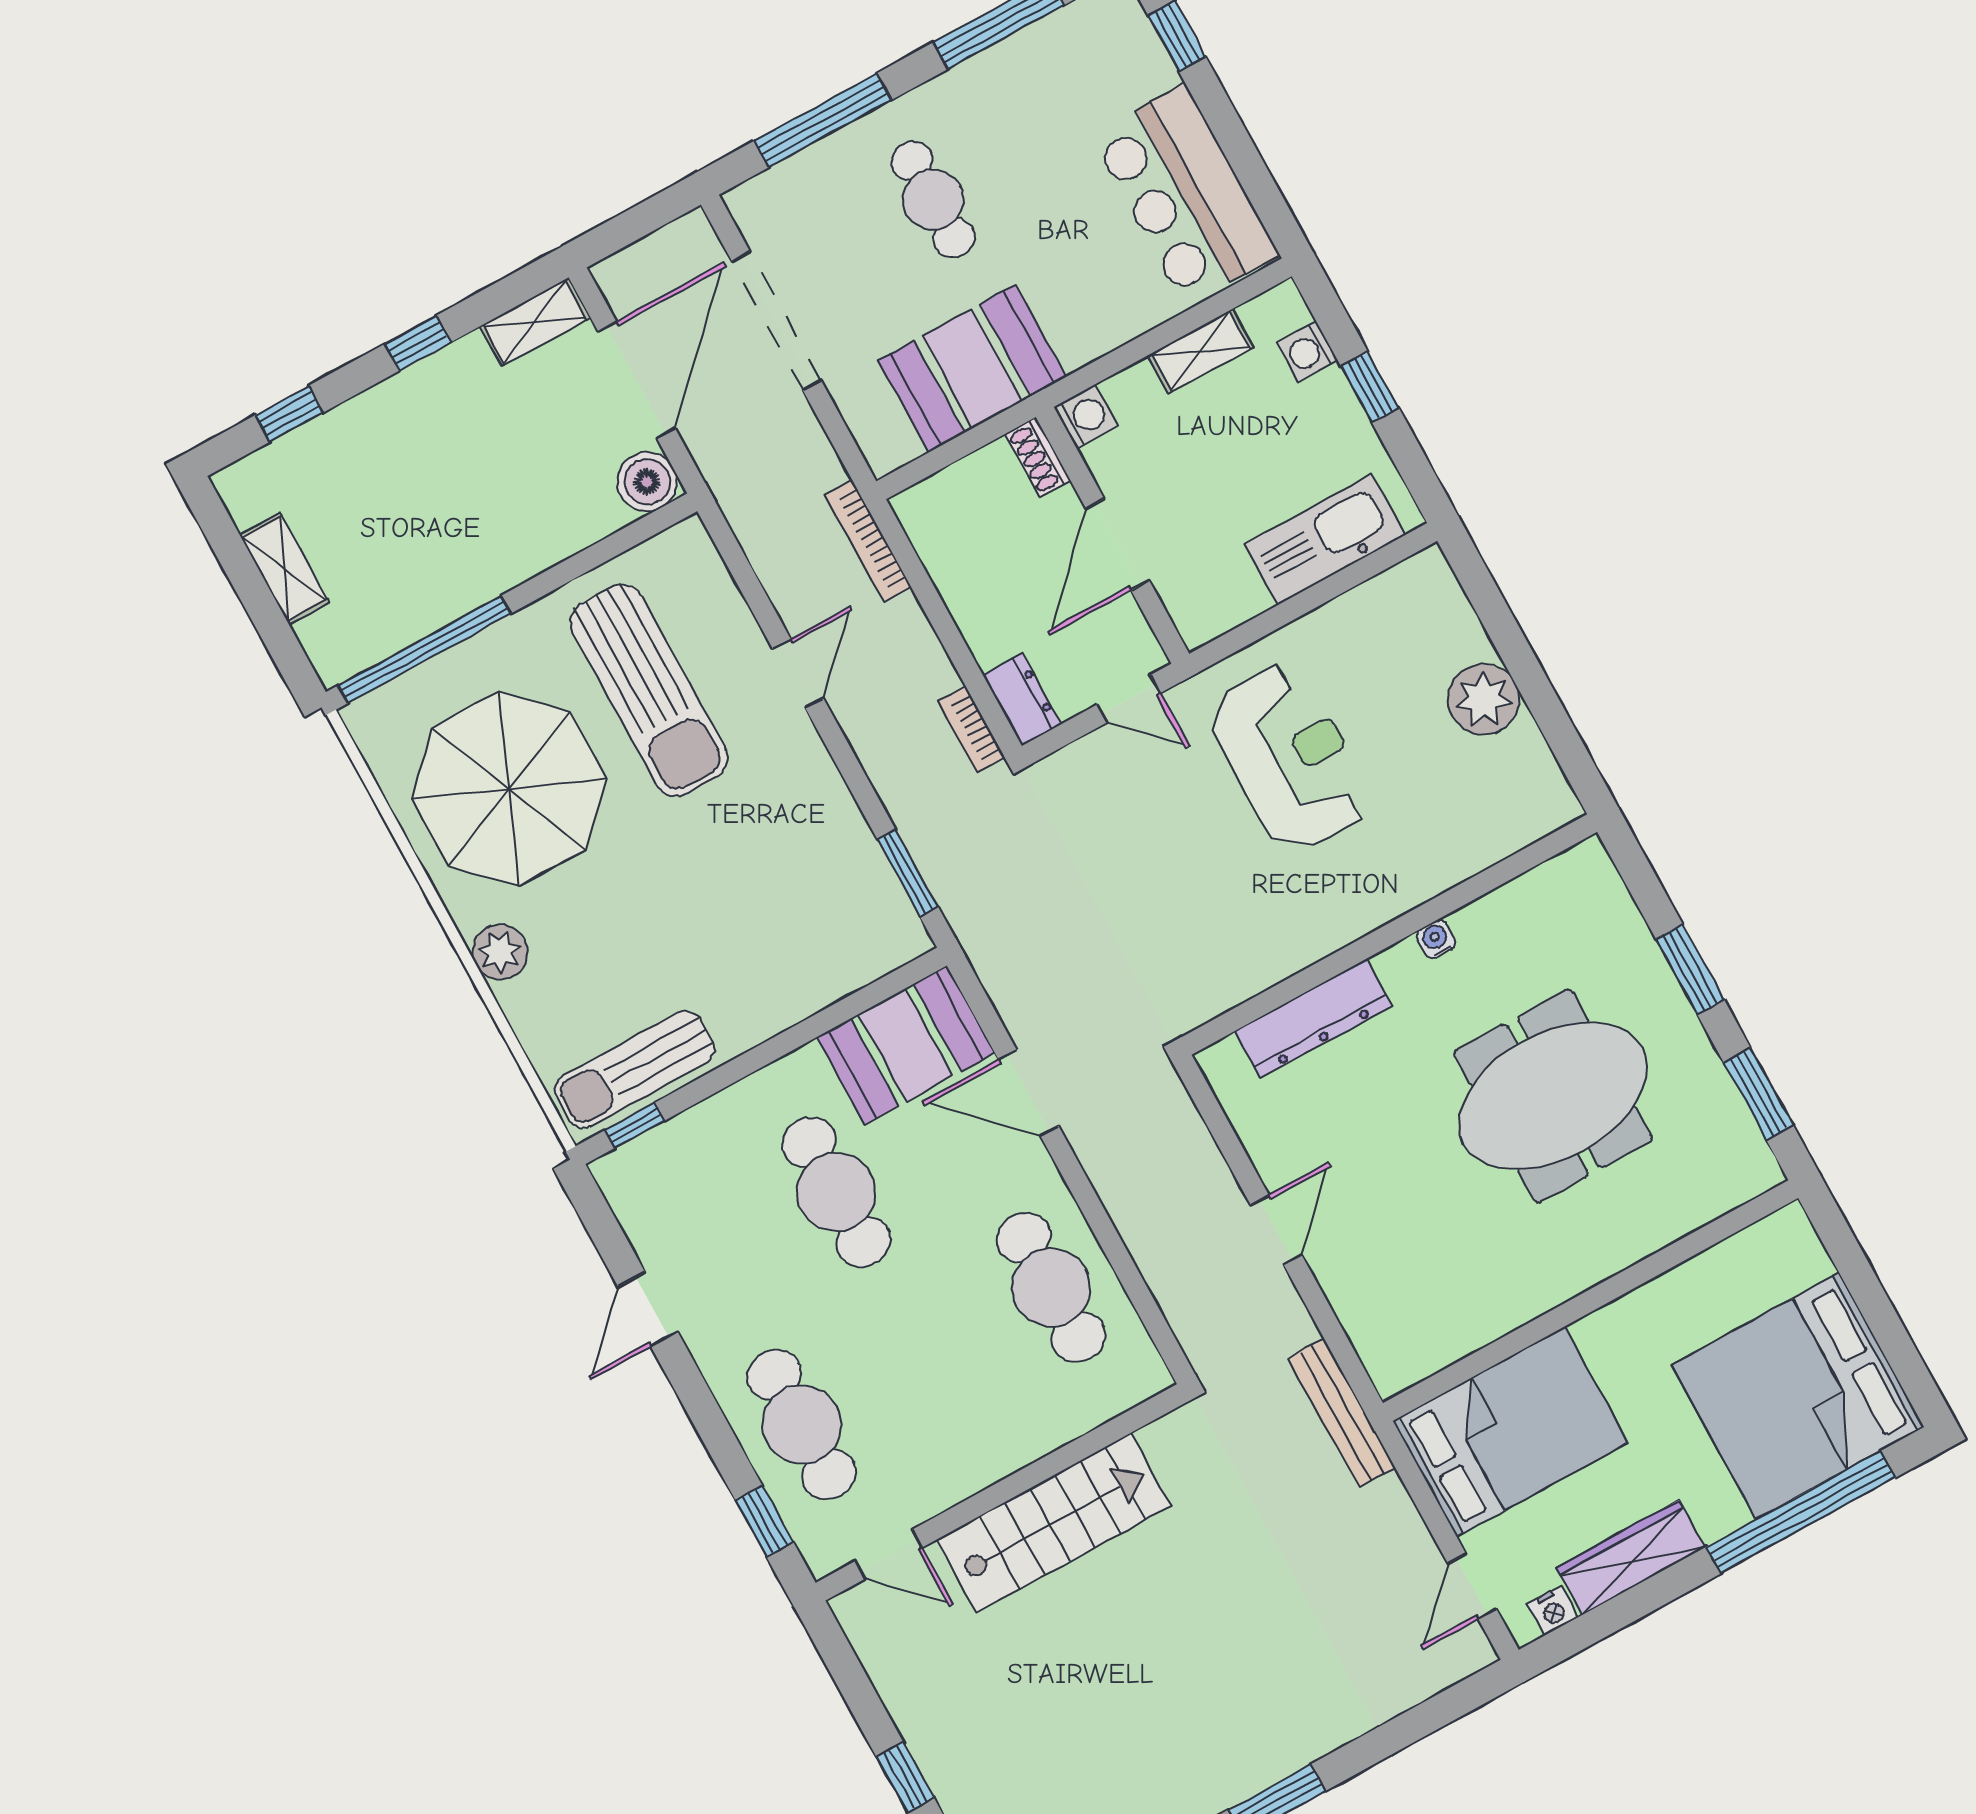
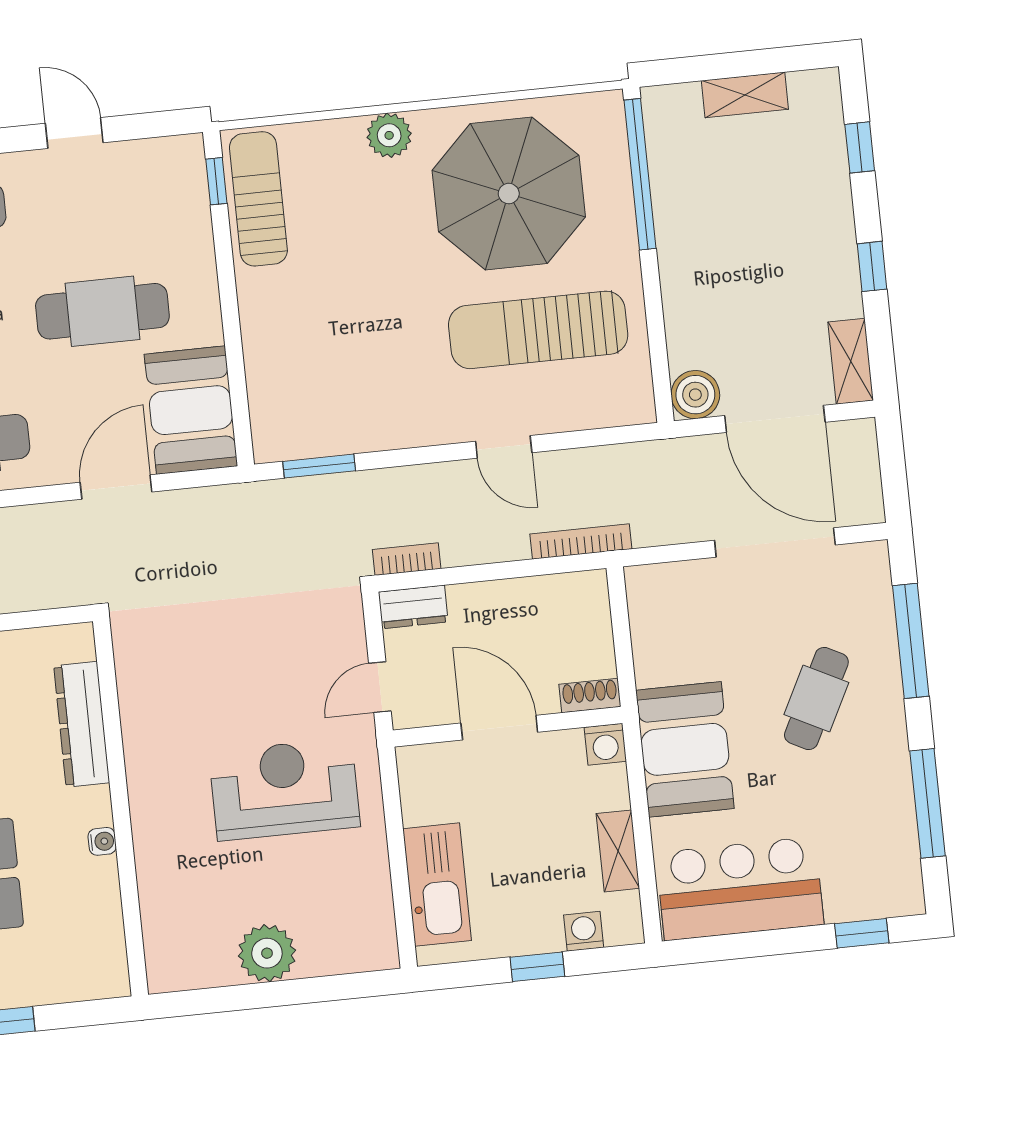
cafe table: (933, 199) -> (816, 698), turned -63
booth: (972, 369) -> (685, 749), moved
reception desk: (1290, 758) -> (284, 789), turned 180

